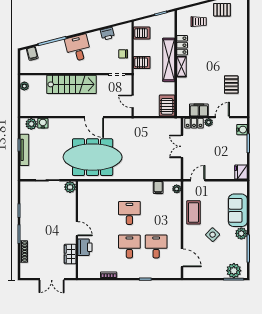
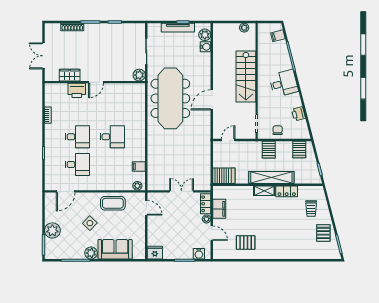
plant: (234, 271) -> (52, 230), moved

